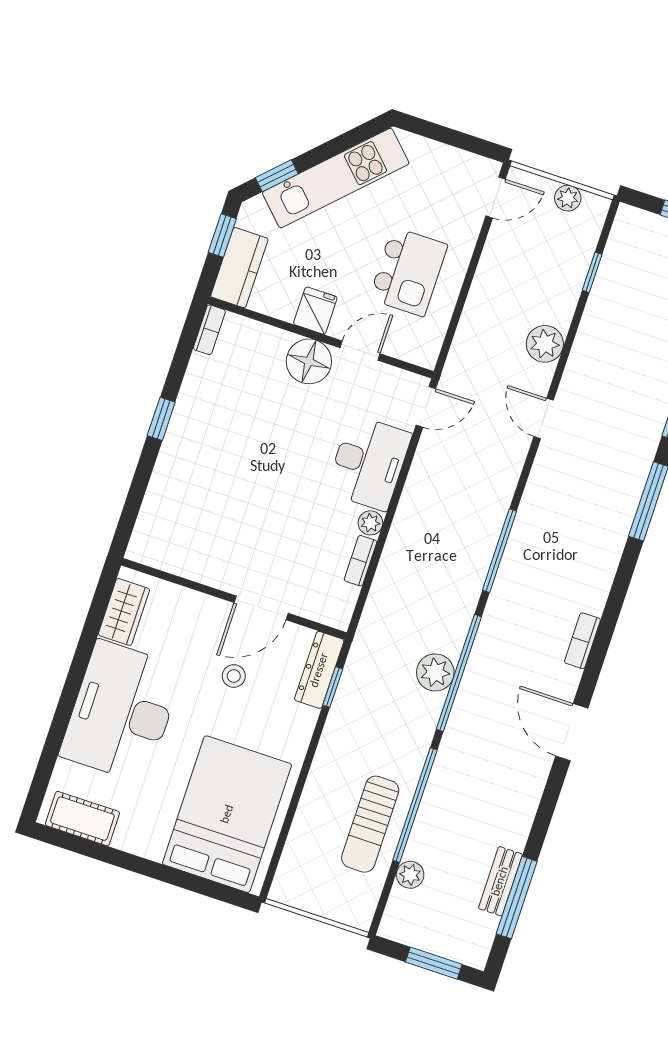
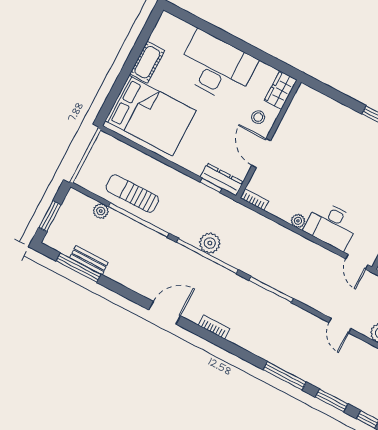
door: (544, 418) -> (340, 326), swing flipped
bookcase: (361, 561) -> (254, 200), moved
wardrobe: (124, 612) -> (281, 90), moved, turned 90
stool: (234, 676) -> (258, 117), moved
cot: (82, 819) -> (147, 62), moved

